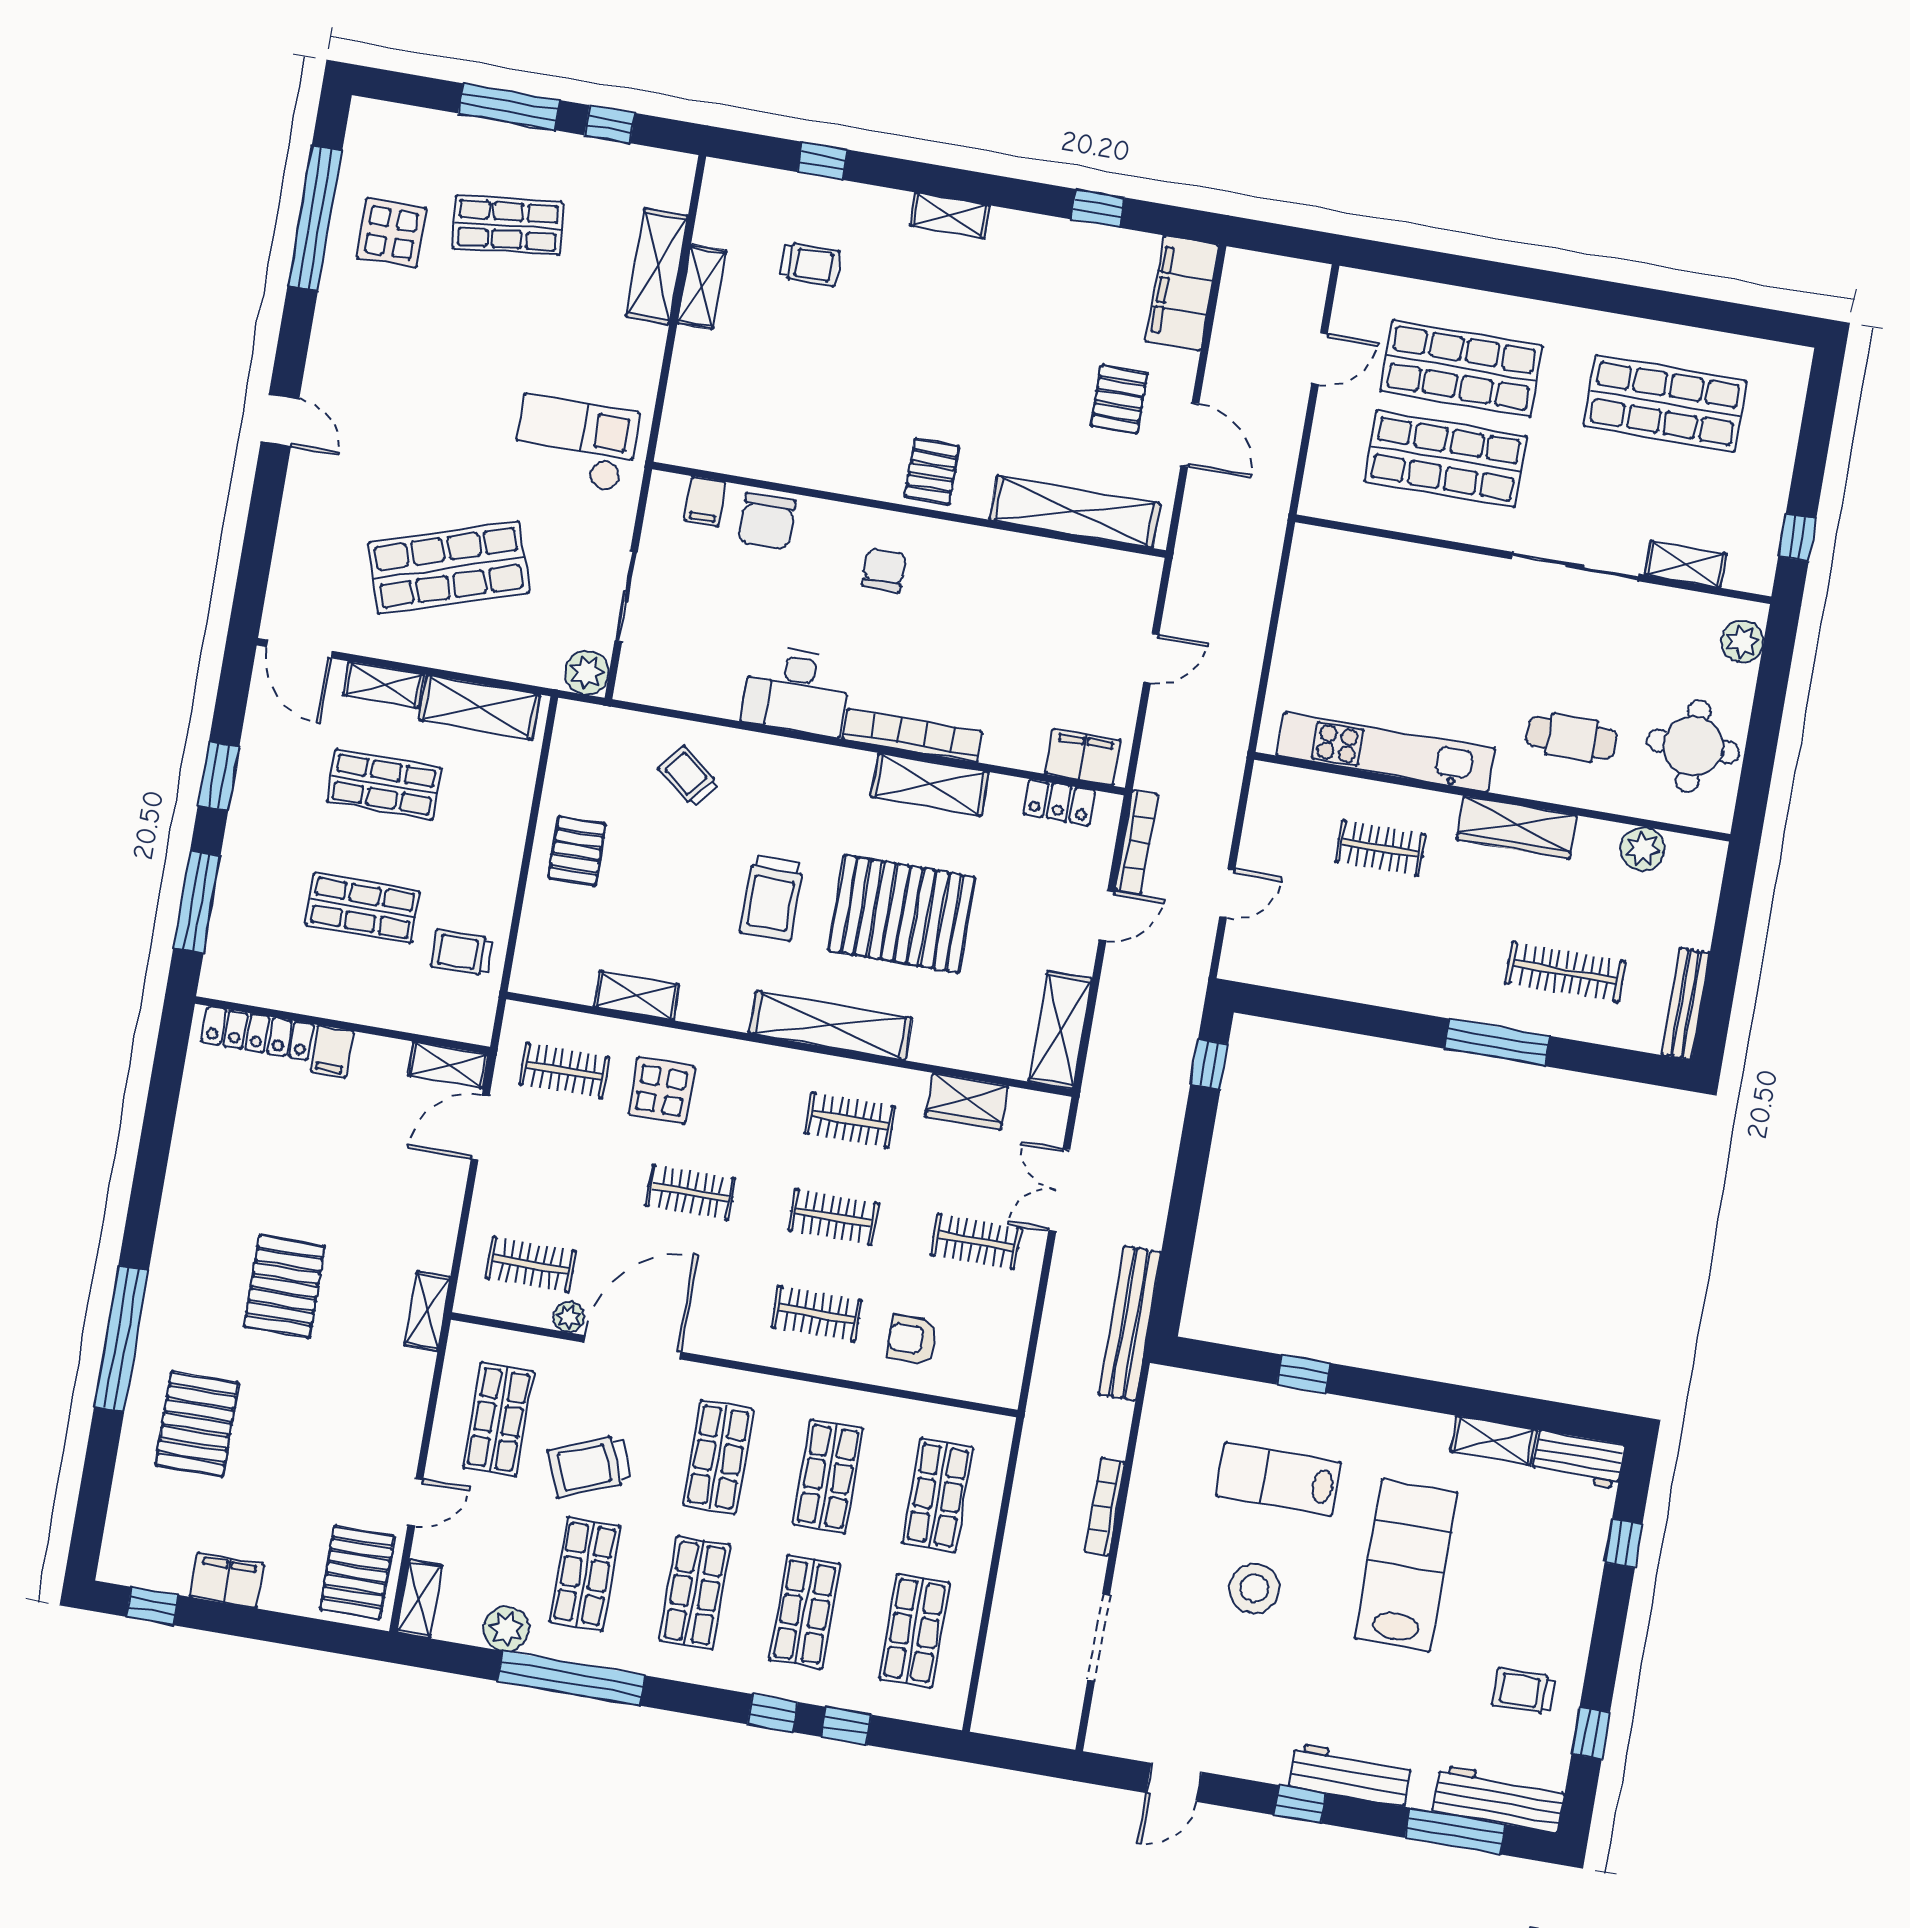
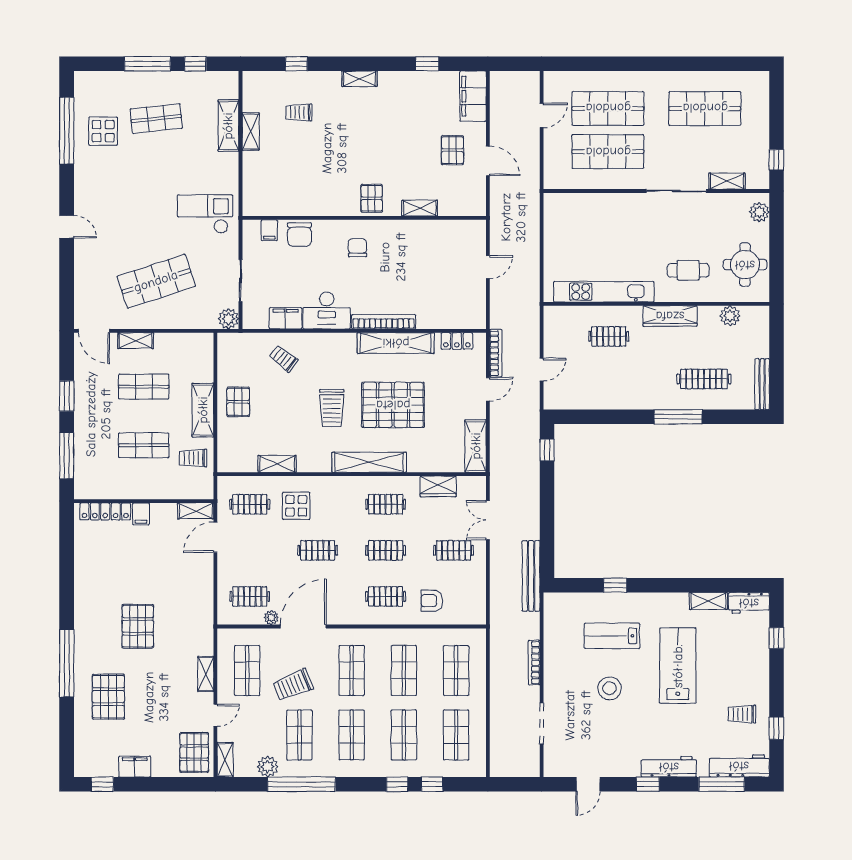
trolley: (810, 264) -> (299, 112), turned 180
shelving: (1075, 512) -> (420, 208), width x0.45, depth x0.75
shelving: (480, 707) -> (203, 410), moved, turned 90
filing cabinet: (1083, 757) -> (286, 318), moved
shelving: (930, 784) -> (396, 343), width x1.47
shelving: (427, 1311) -> (206, 674), moved

